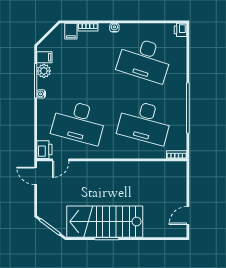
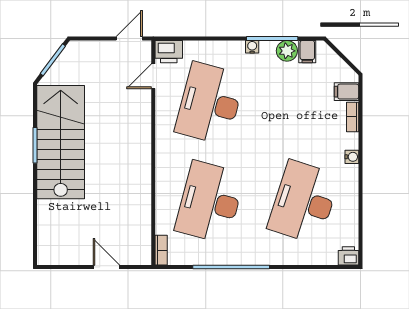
door: (61, 160) -> (153, 76), hinge flipped
door: (188, 216) -> (106, 267), moved

